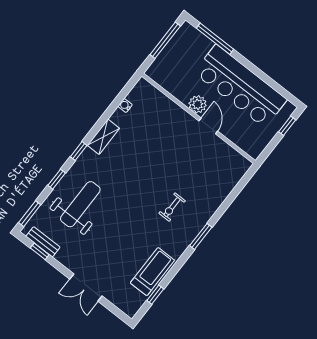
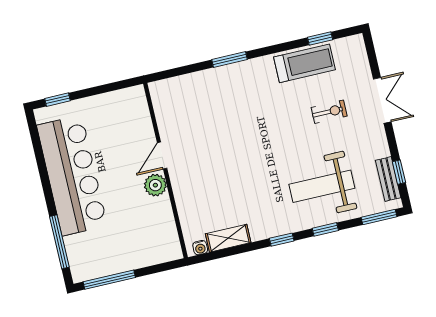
plant: (198, 104) -> (155, 185), moved
wall: (199, 118) -> (166, 171), moved
door: (208, 126) -> (162, 155), moved
shelving: (103, 137) -> (228, 238), moved
exercise bike: (172, 207) -> (329, 112), moved
treadmill: (152, 272) -> (304, 63), turned 180

